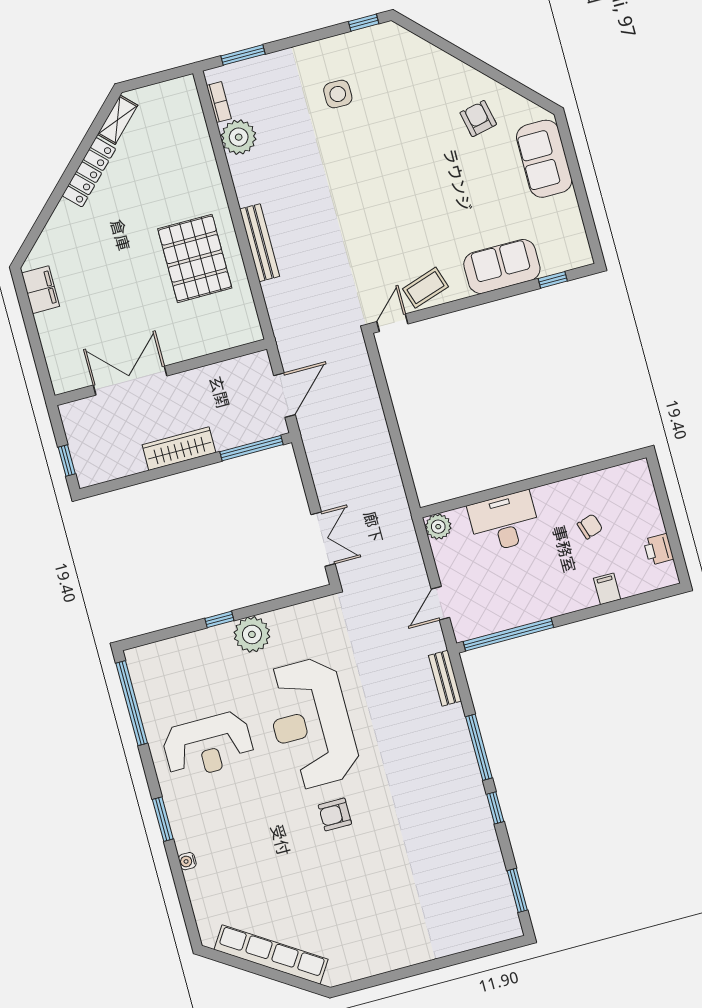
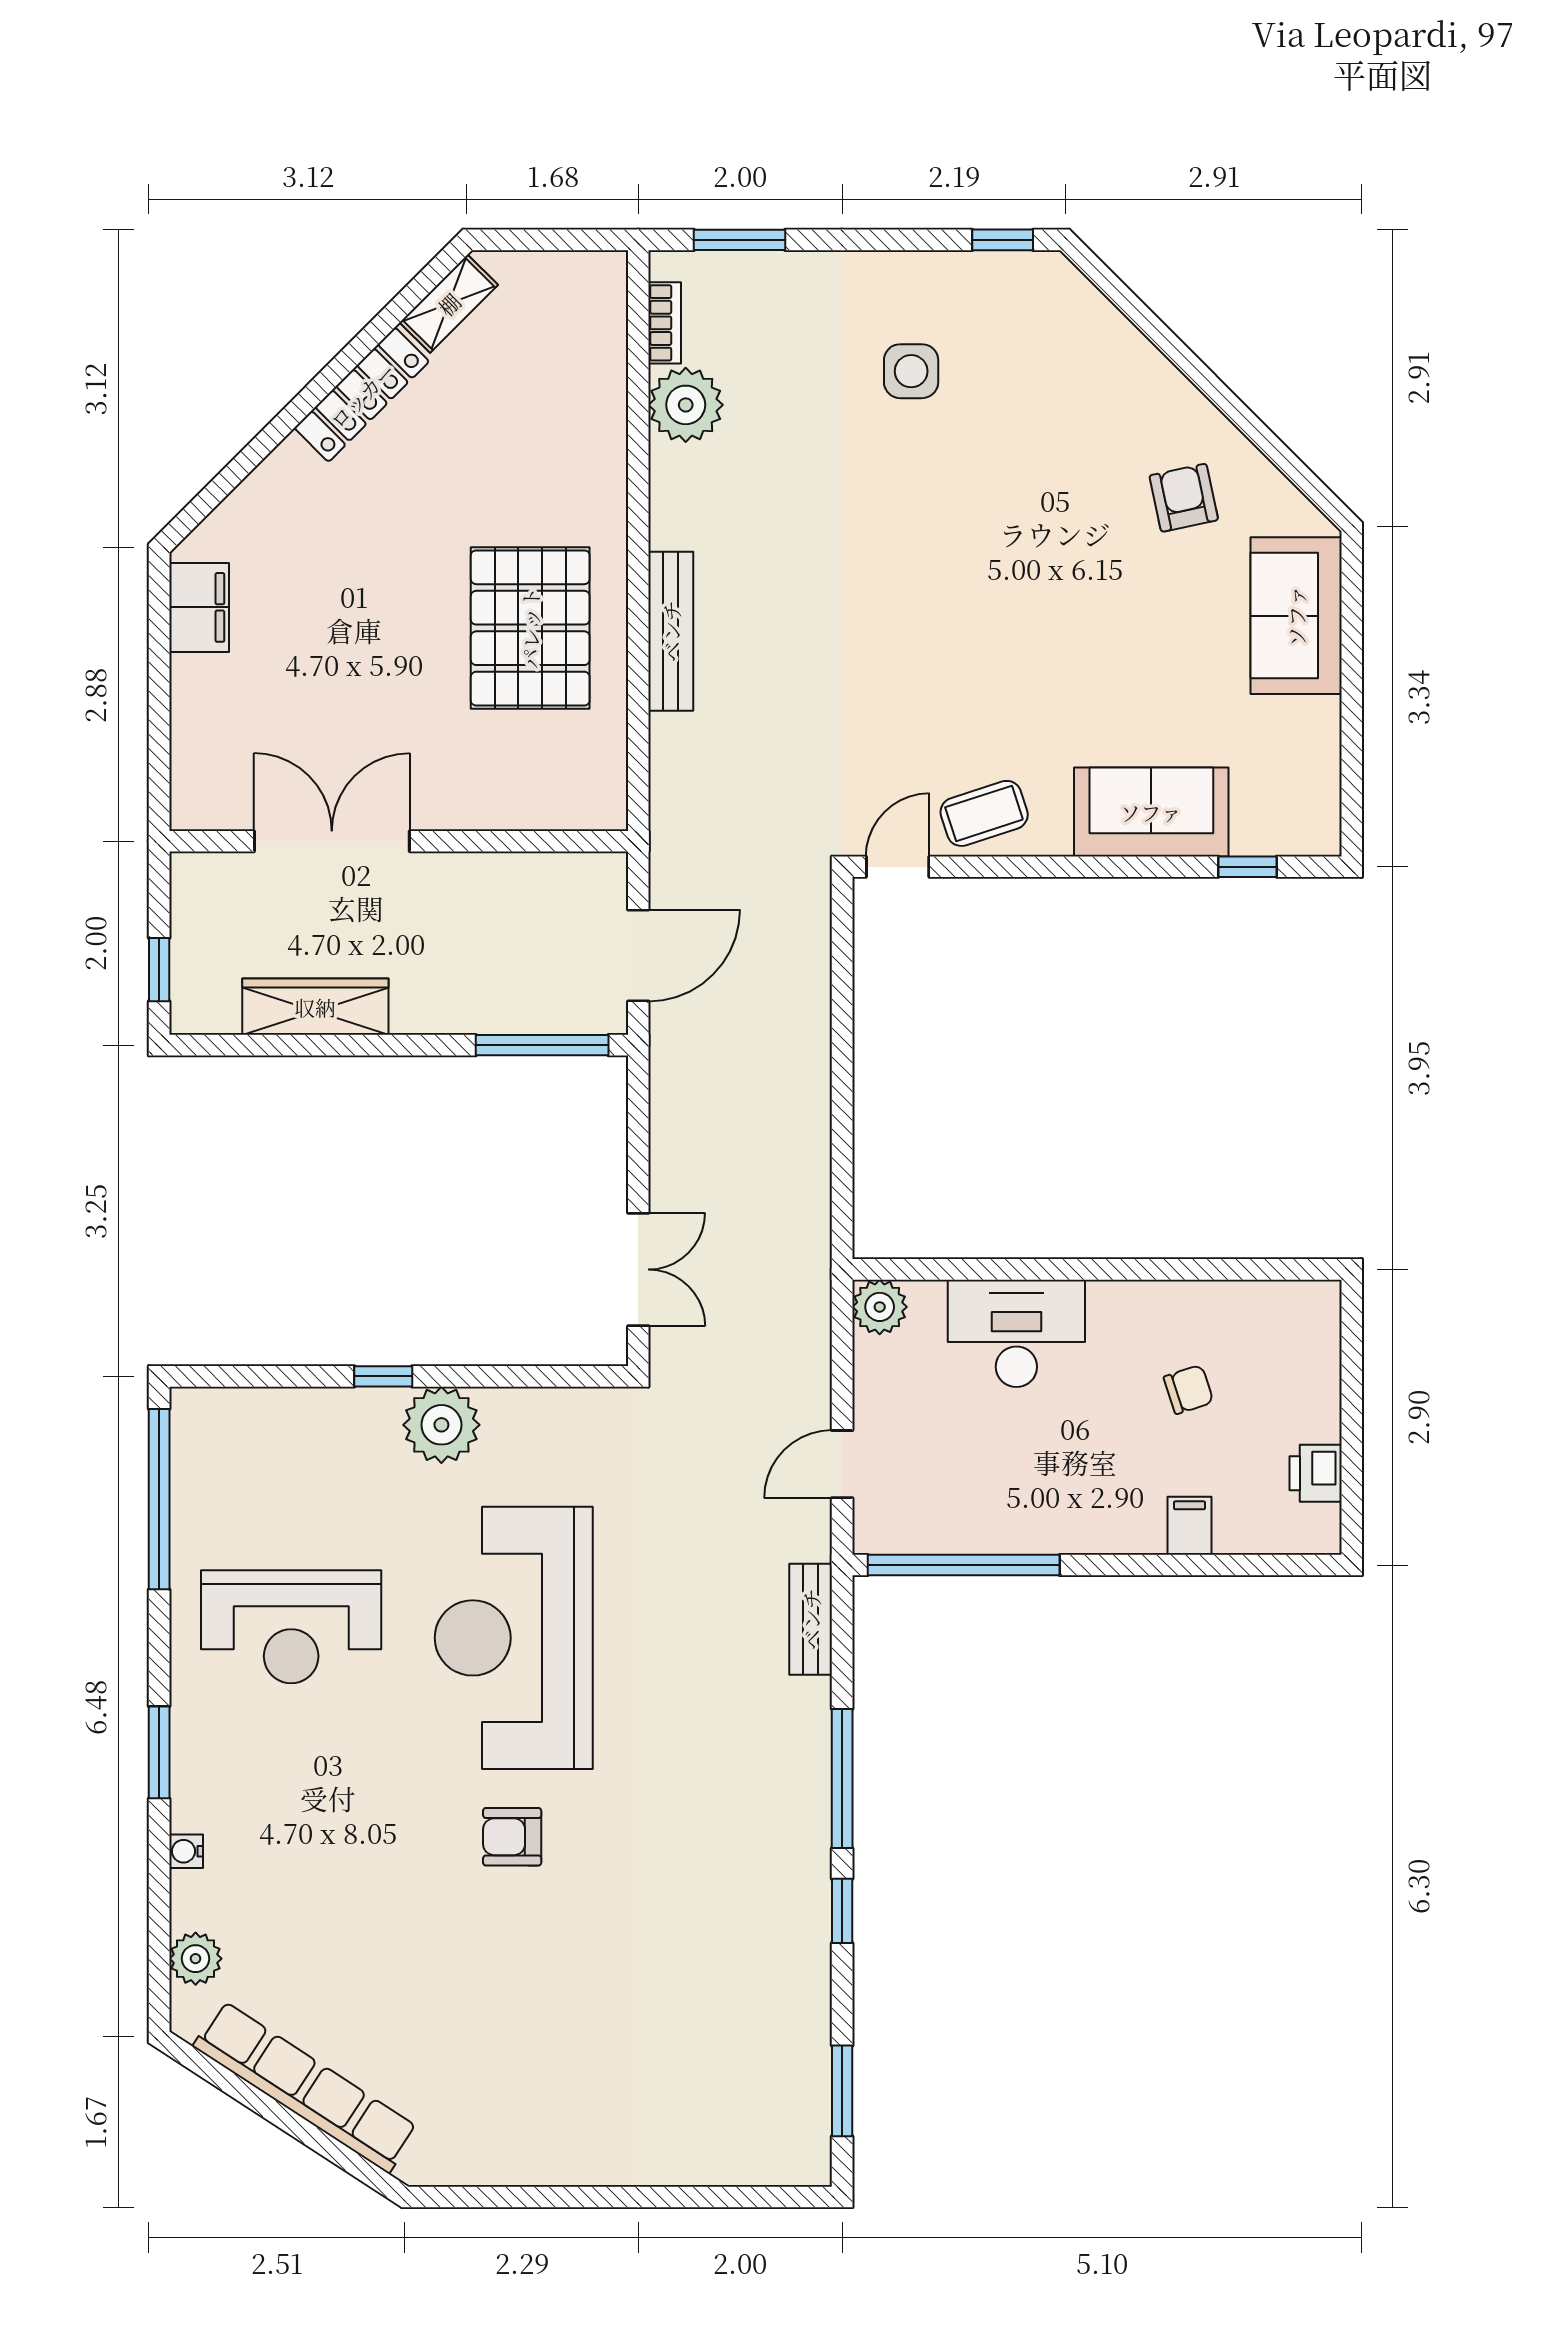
wardrobe: (179, 449) -> (315, 1007), moved
plant: (205, 909) -> (196, 1959), added

